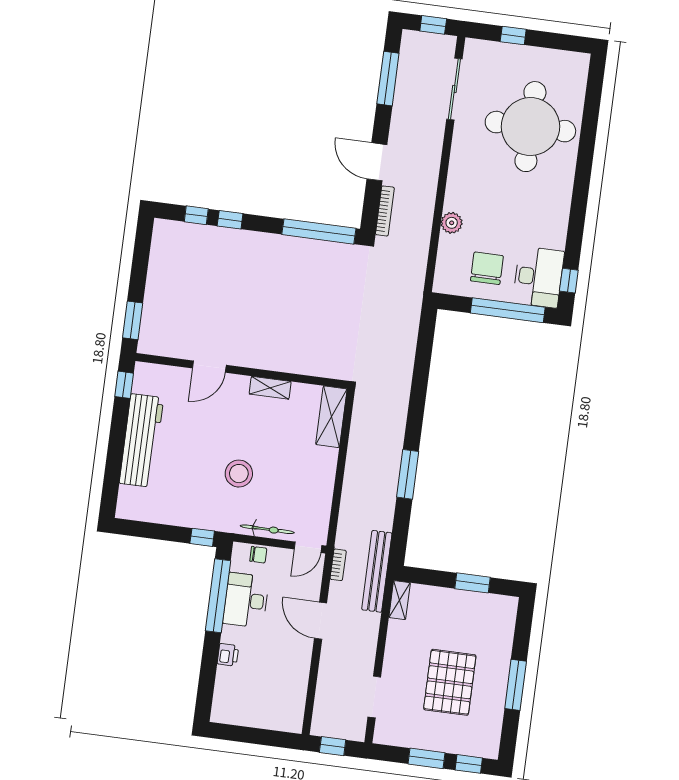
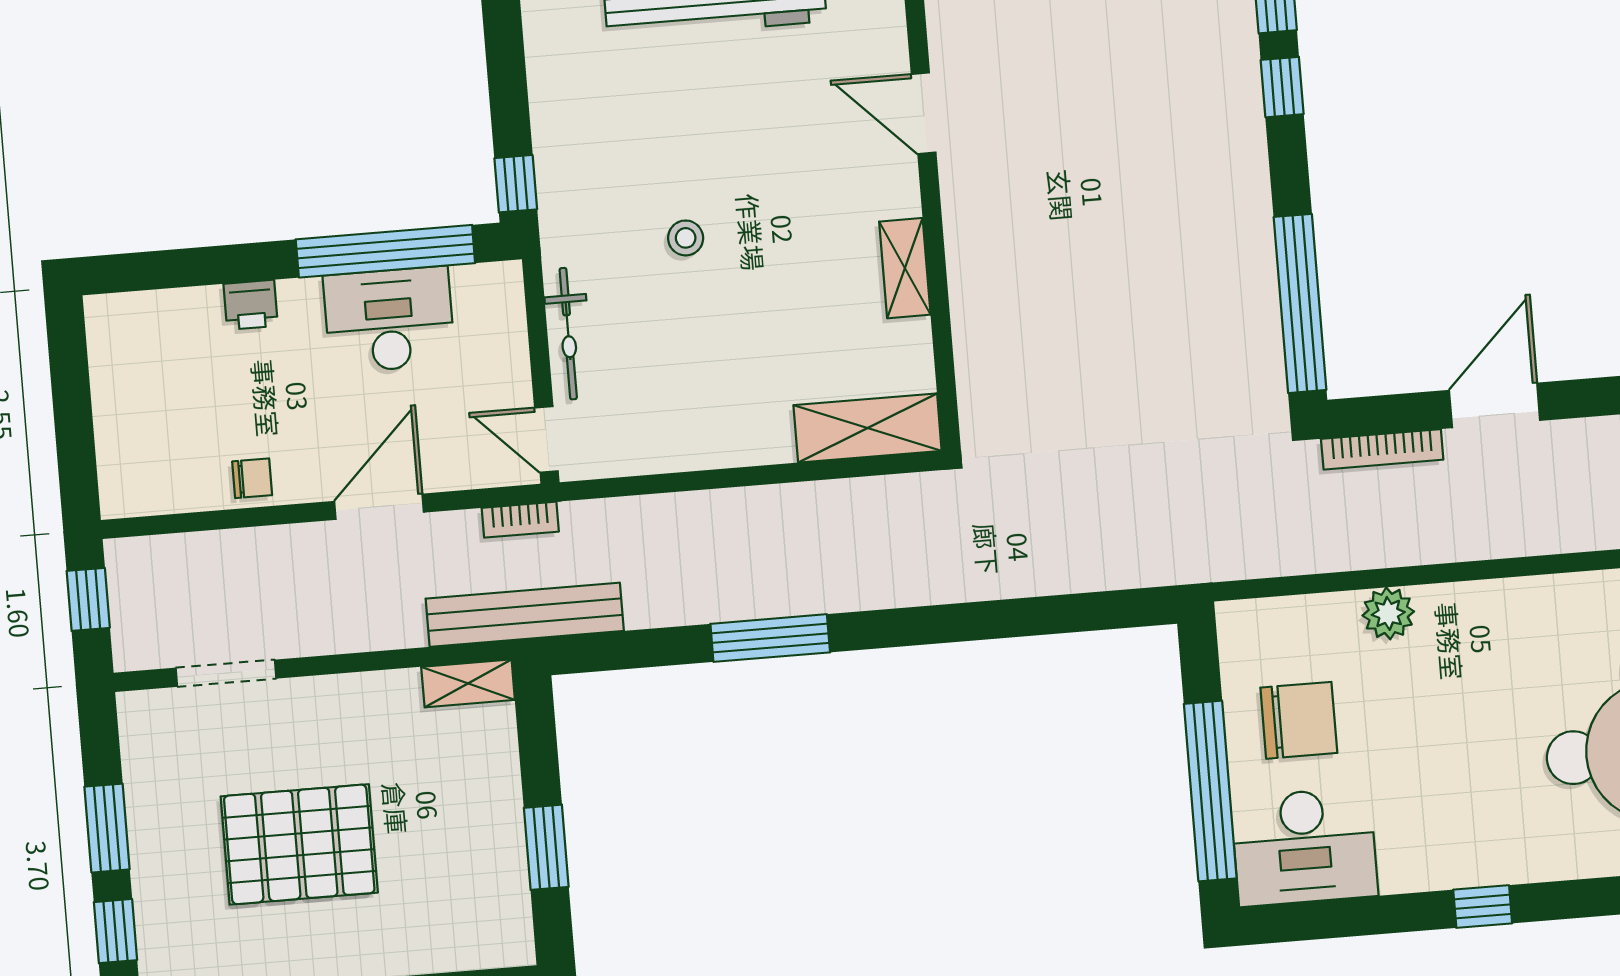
window: (569, 281) -> (1483, 907), moved
stool: (239, 474) -> (686, 238), width x0.53, depth x0.53
chair: (258, 555) -> (252, 478), moved, turned -90

